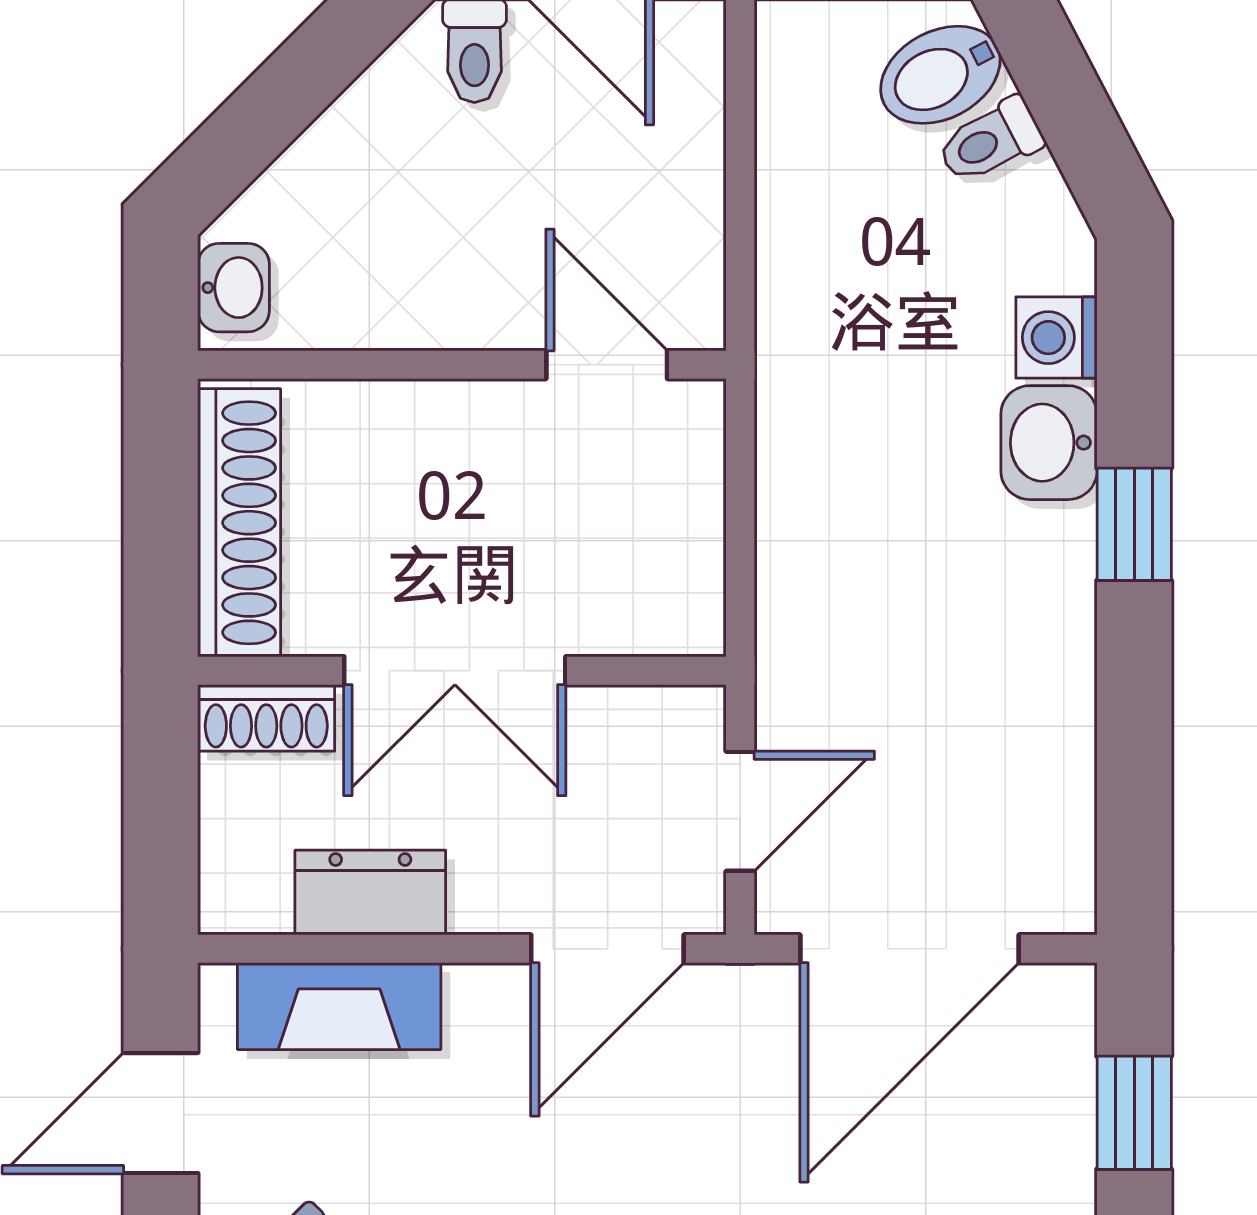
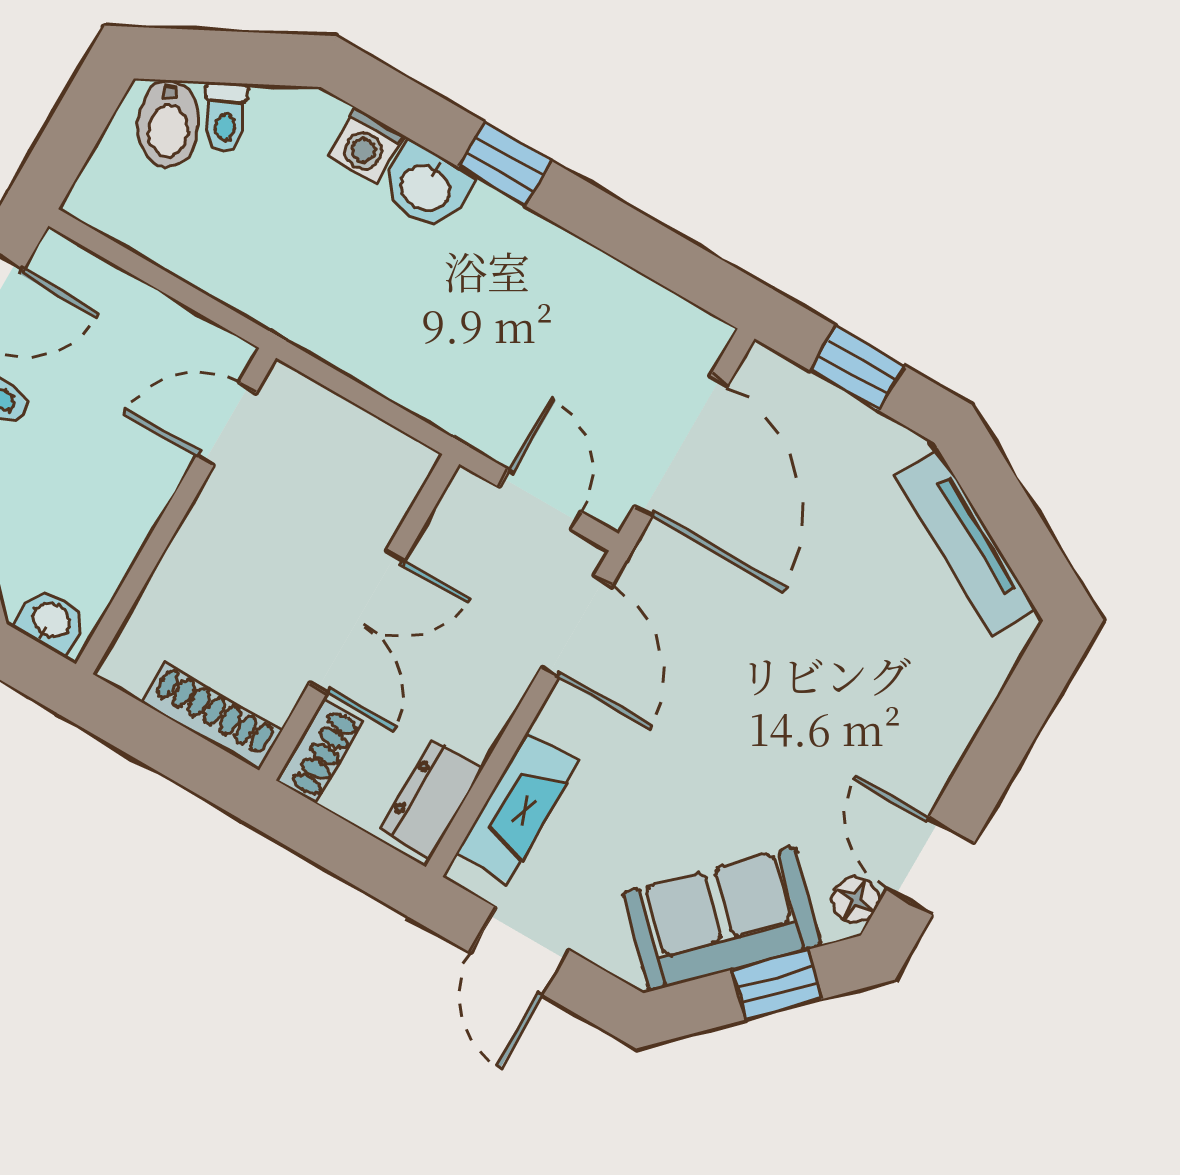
shoe rack: (239, 523) -> (212, 716), width x0.74, depth x0.81
dresser: (370, 893) -> (431, 799), moved

